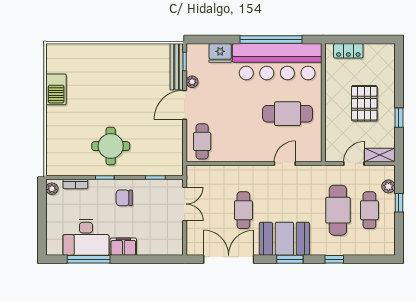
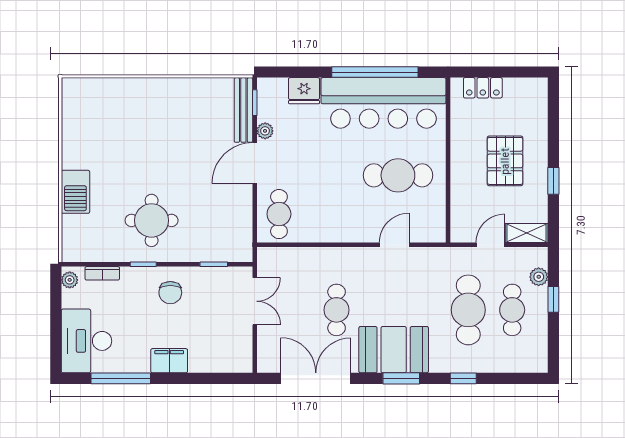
barbecue: (56, 89) -> (75, 192), moved
chair: (124, 198) -> (170, 293), turned -90
desk: (86, 237) -> (86, 341), moved, turned 90

